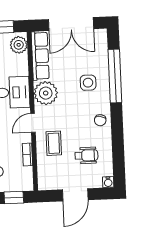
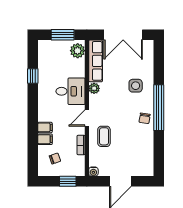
window: (115, 76) -> (159, 108), moved
plant: (46, 93) -> (94, 88), width x0.53, depth x0.53
wheelchair: (86, 155) -> (131, 148), removed
water cooler: (108, 182) -> (93, 172), moved

